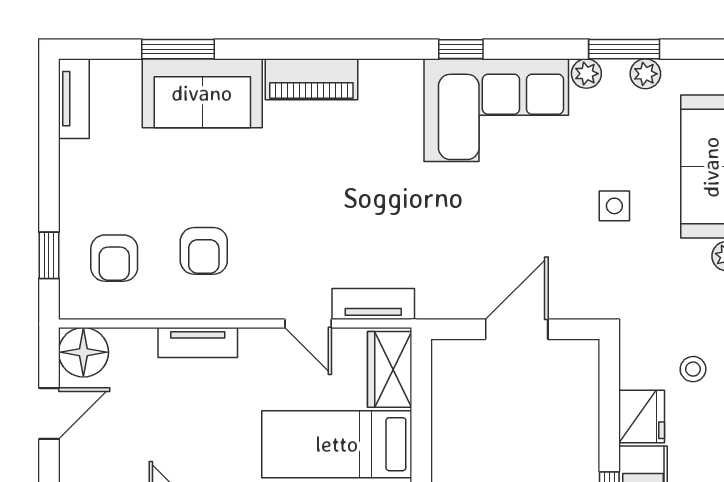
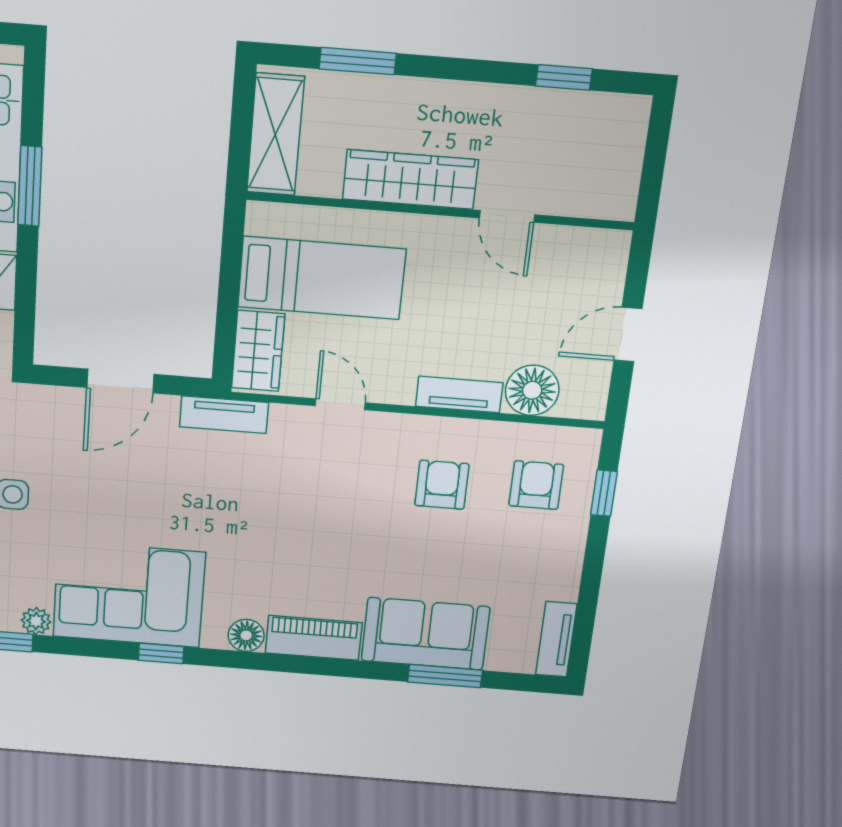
floor lamp: (378, 76) -> (246, 635), added
tv unit: (373, 304) -> (224, 415), moved
floor lamp: (83, 352) -> (532, 390), moved

